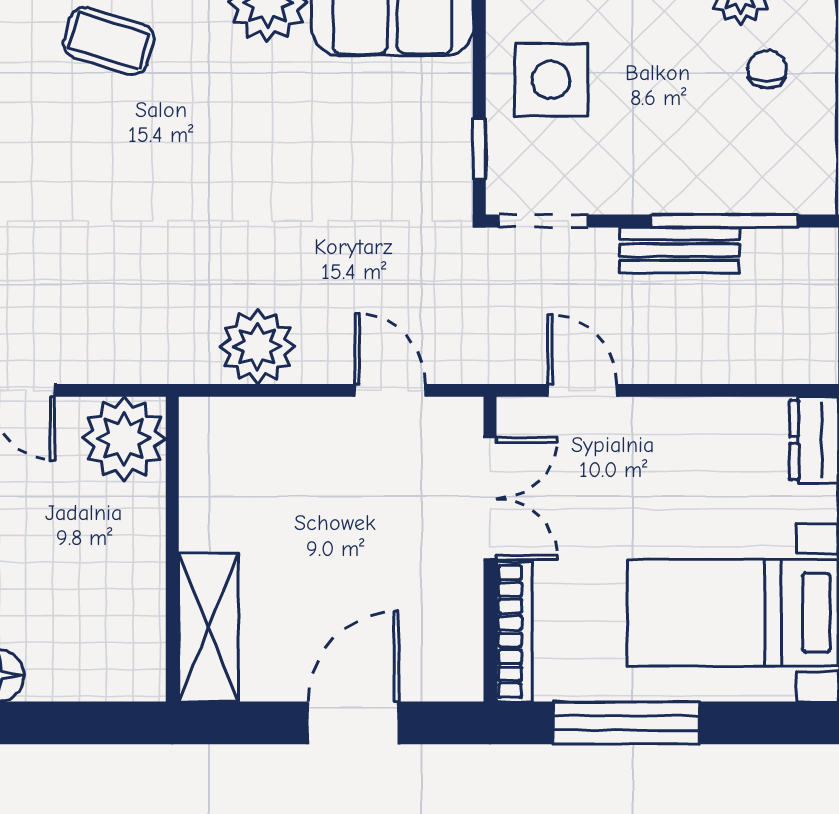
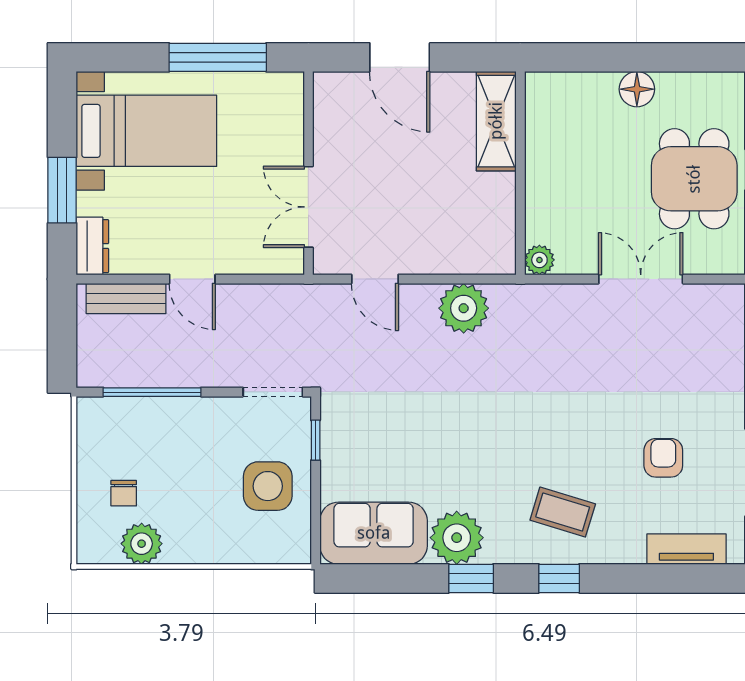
bench: (680, 250) -> (126, 299), moved
door: (582, 390) -> (192, 279), moved
plant: (124, 439) -> (539, 260), width x0.53, depth x0.53
bookcase: (514, 631) -> (292, 118), removed
door: (353, 723) -> (400, 57), hinge flipped

